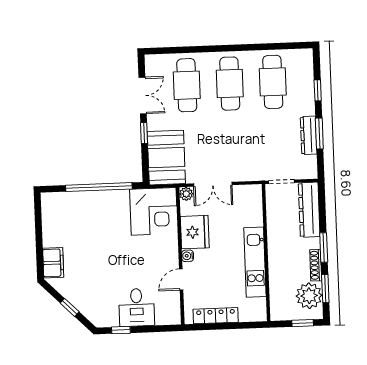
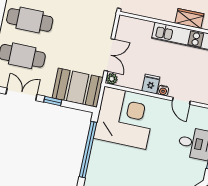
corner desk: (154, 211) -> (125, 118), width x1.36, depth x1.36
fridge: (195, 232) -> (151, 84), width x0.53, depth x0.75
wardrobe: (277, 265) -> (189, 18), added

